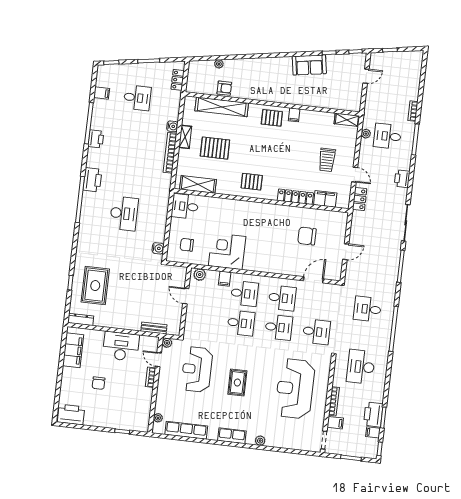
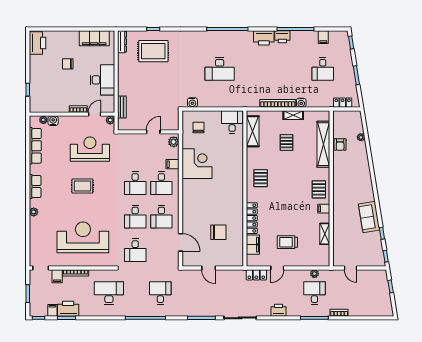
door: (366, 76) -> (351, 268), moved
shelving: (347, 120) -> (325, 234), moved
pallet: (215, 148) -> (286, 142), width x0.67, depth x0.71
printer: (92, 180) -> (264, 38), moved
chair: (307, 236) -> (218, 232), turned 90
water cooler: (160, 407) -> (53, 121), added

